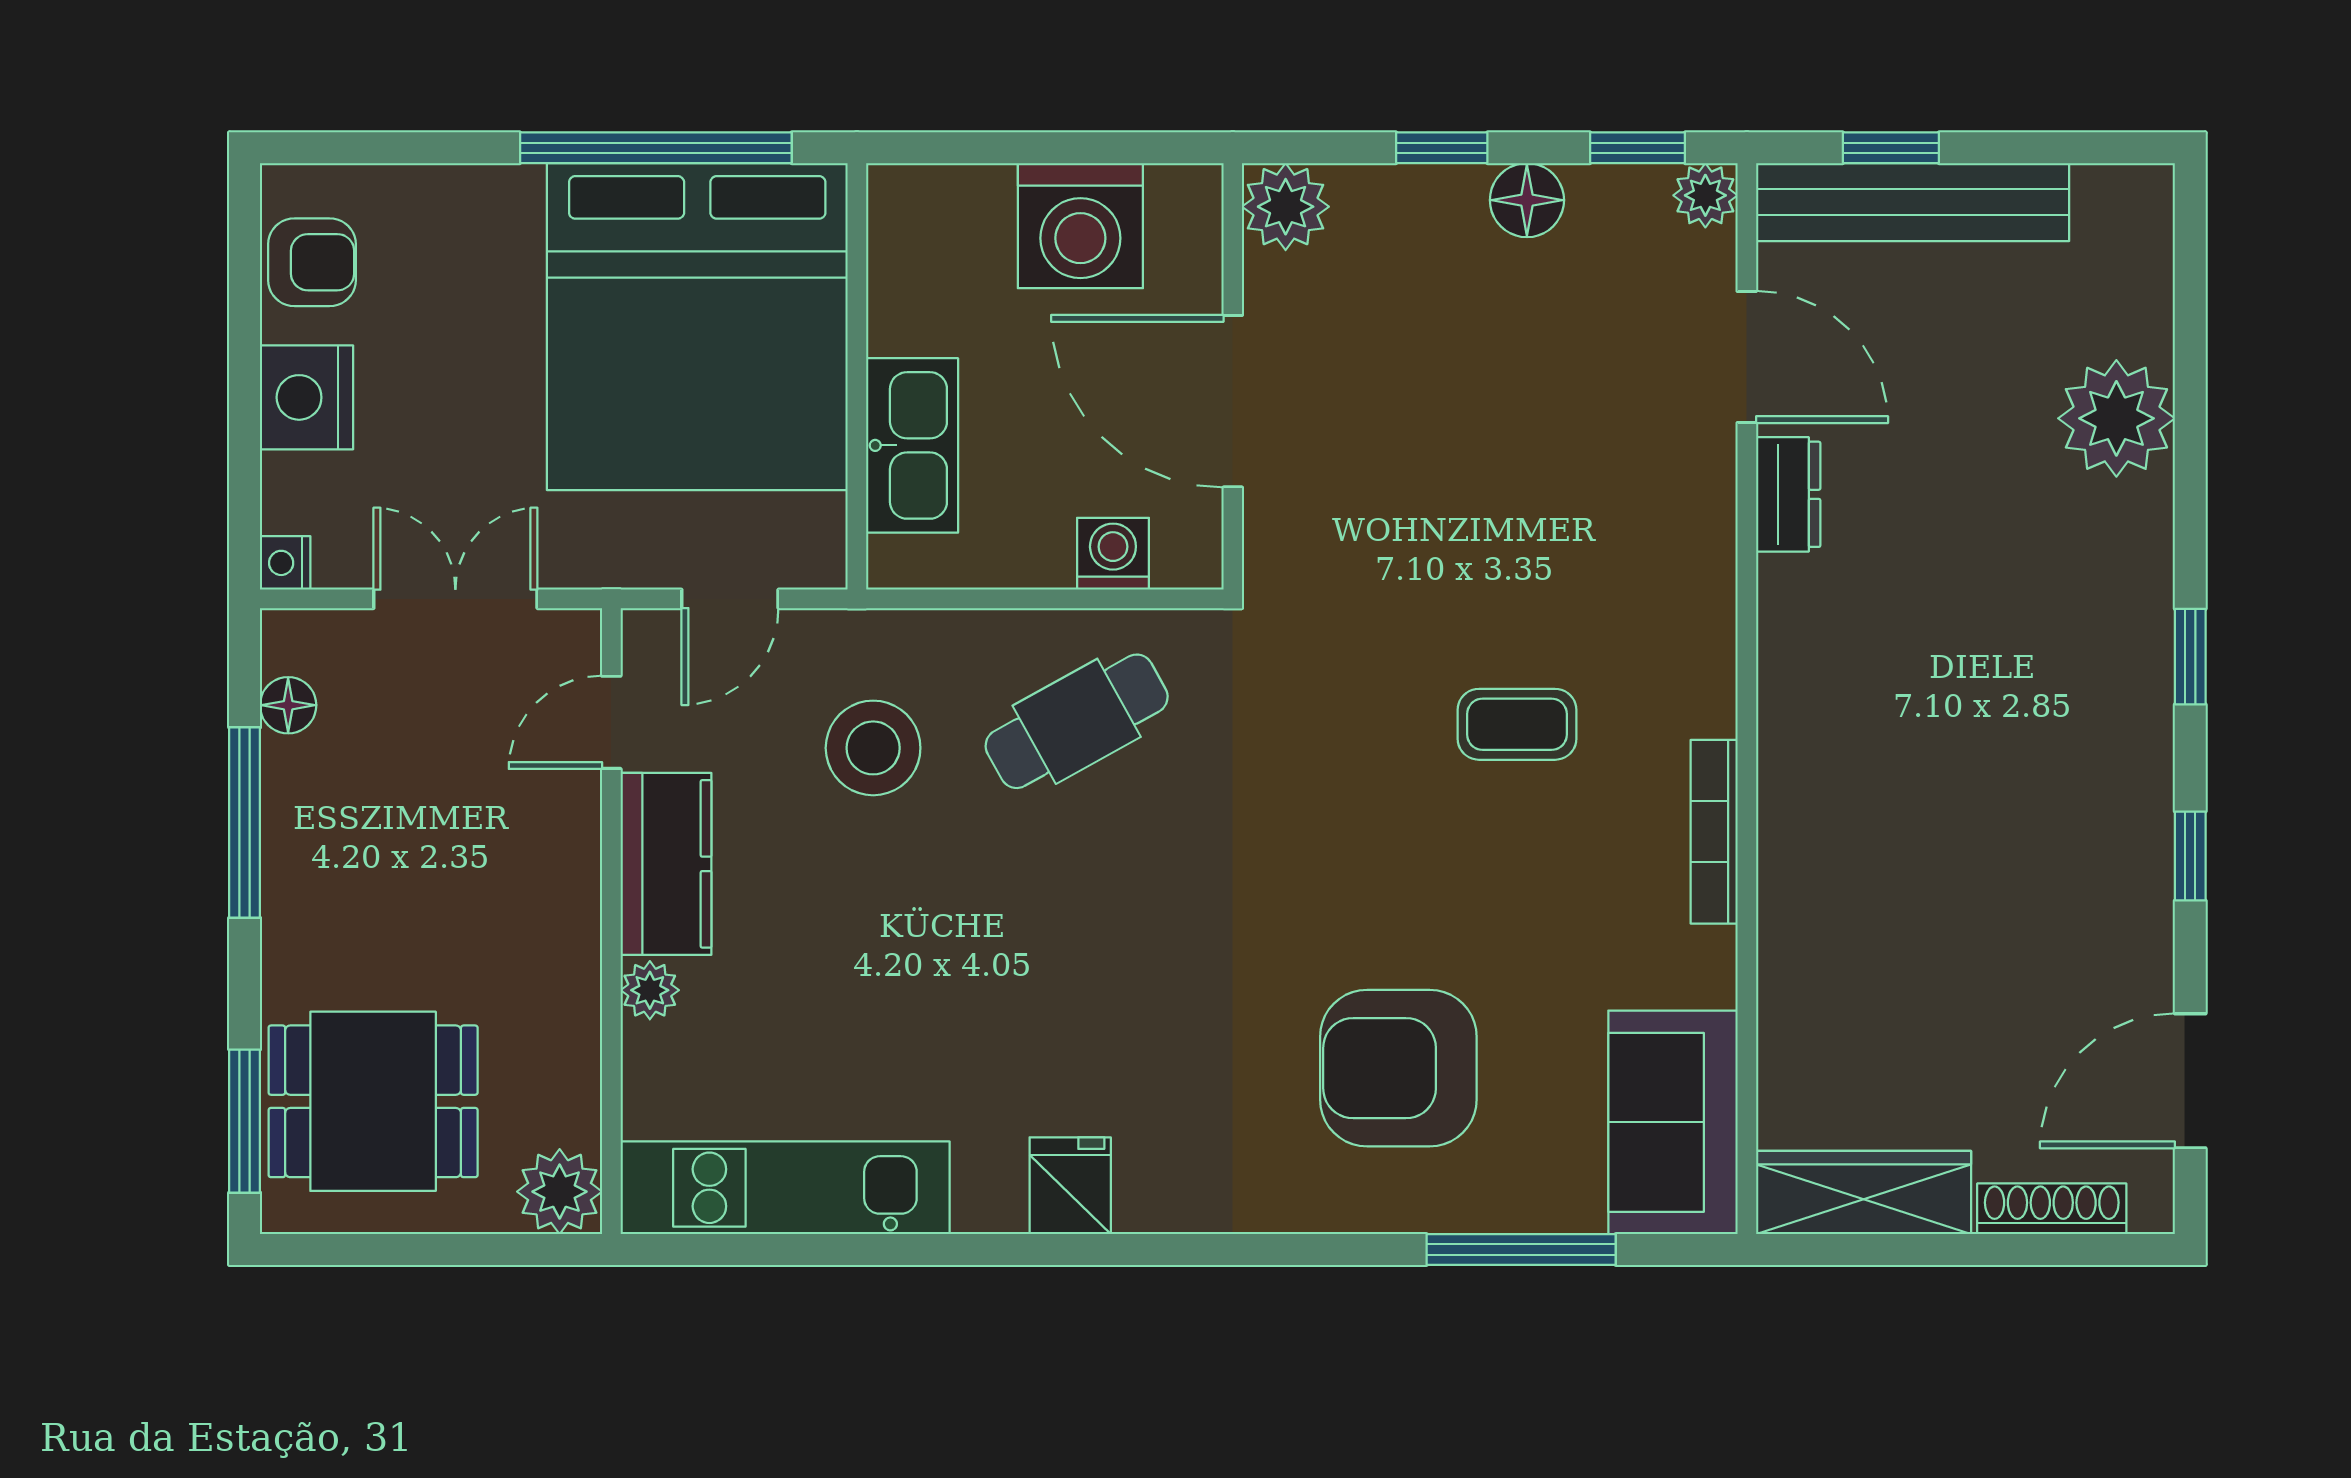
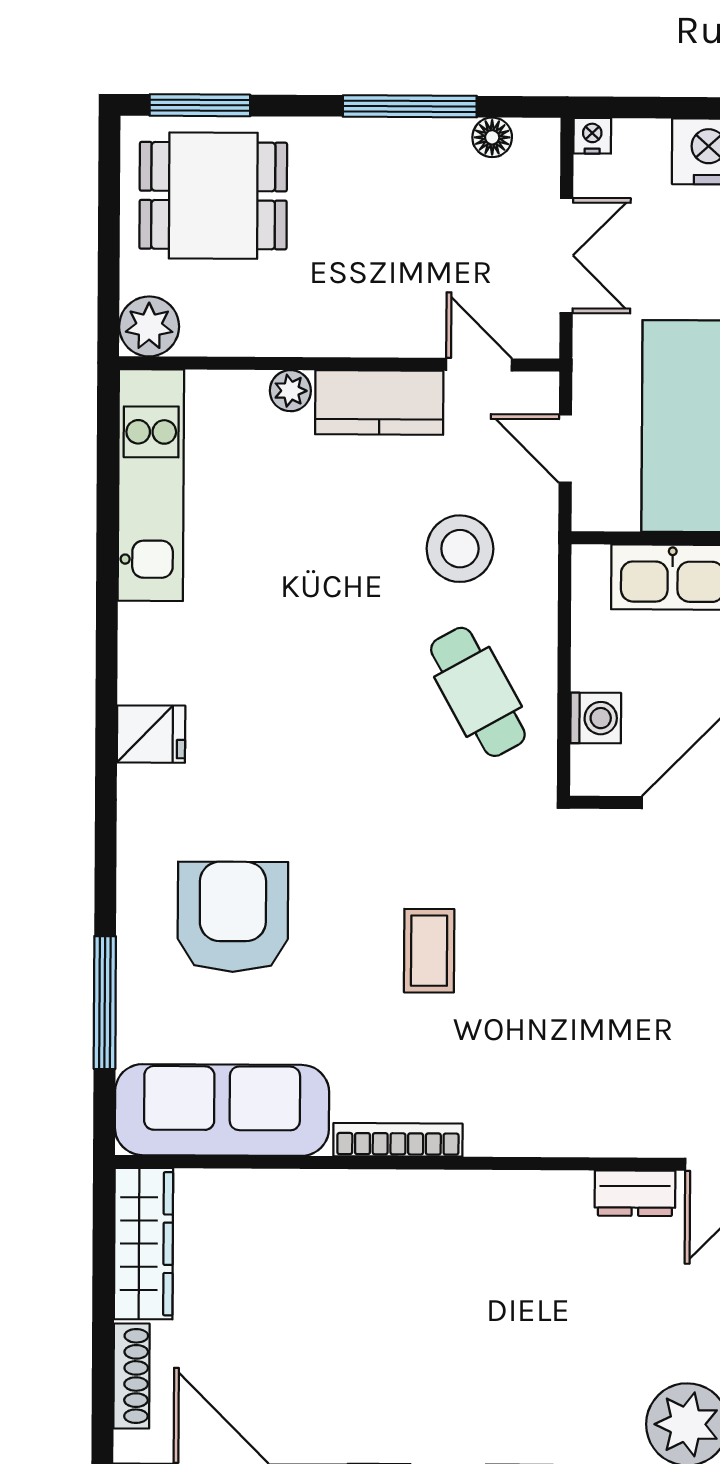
coffee table: (1517, 724) -> (429, 951), moved
dining table: (373, 1101) -> (213, 196), turned 90
sofa: (1673, 1122) -> (222, 1110), width x1.36
fridge: (1070, 1186) -> (151, 734), moved

